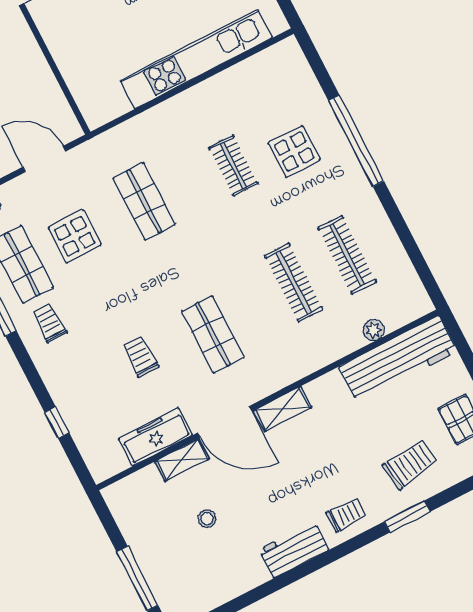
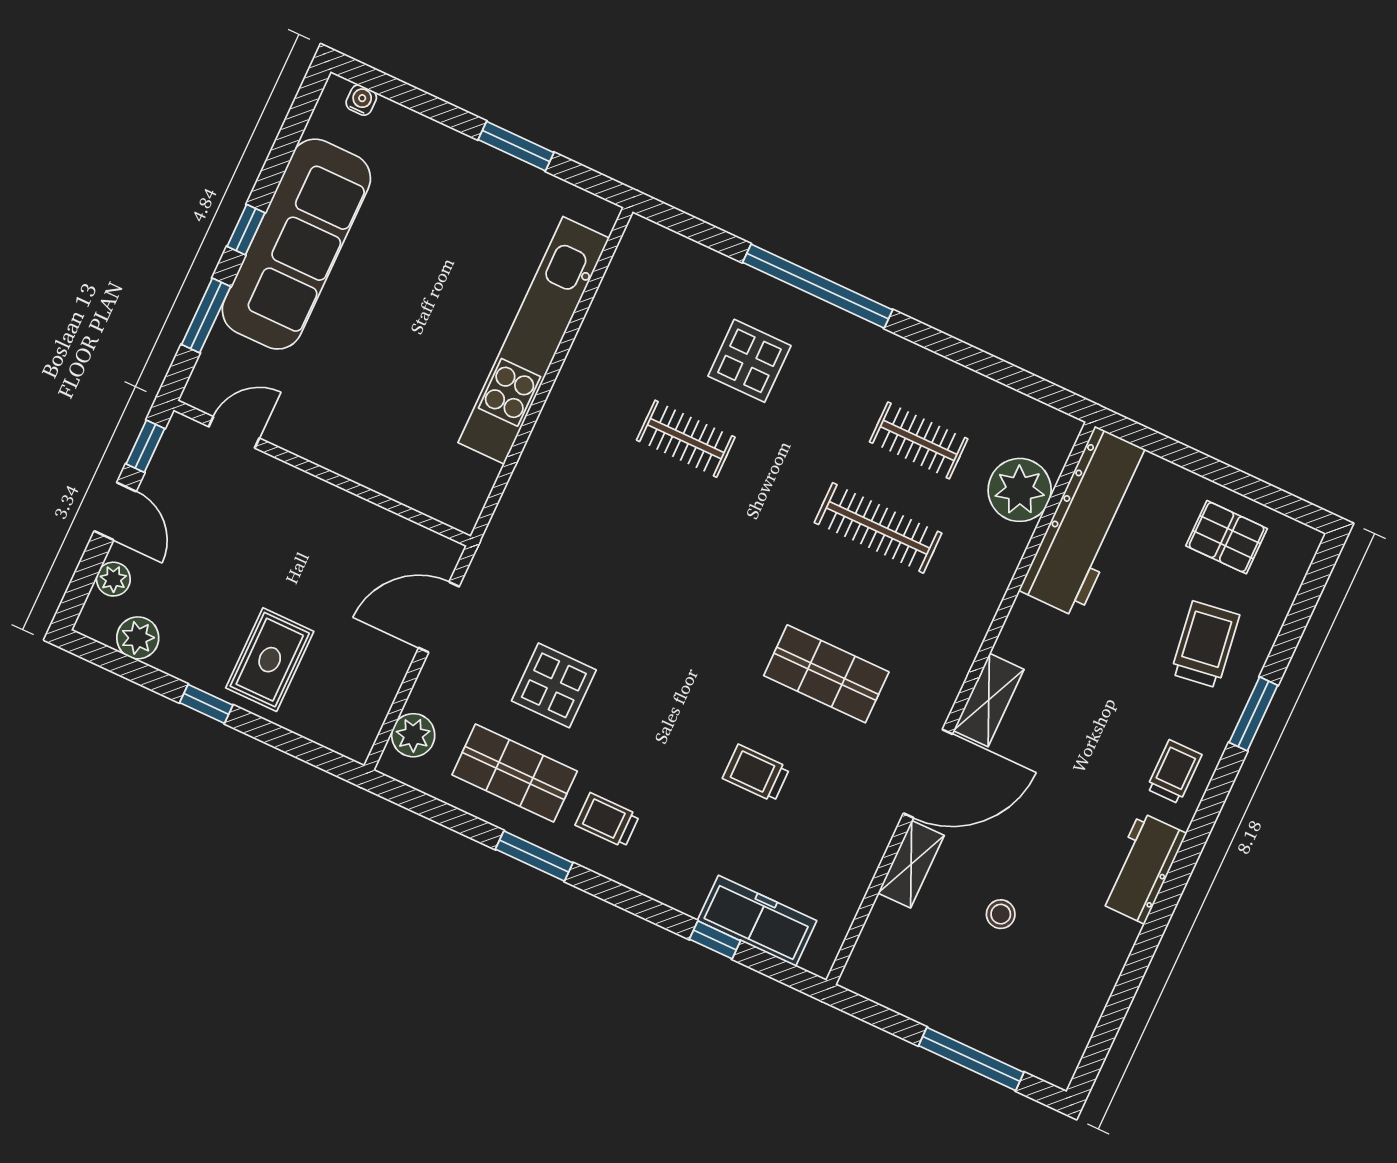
shop shelf: (144, 201) -> (608, 572), removed
clothes rail: (347, 255) -> (919, 440), width x0.73
plant: (374, 330) -> (1020, 490), width x1.87, depth x1.87
freezer: (155, 437) -> (757, 921), moved, turned 90

